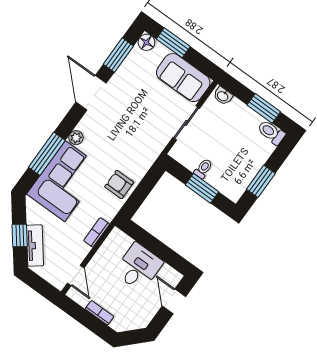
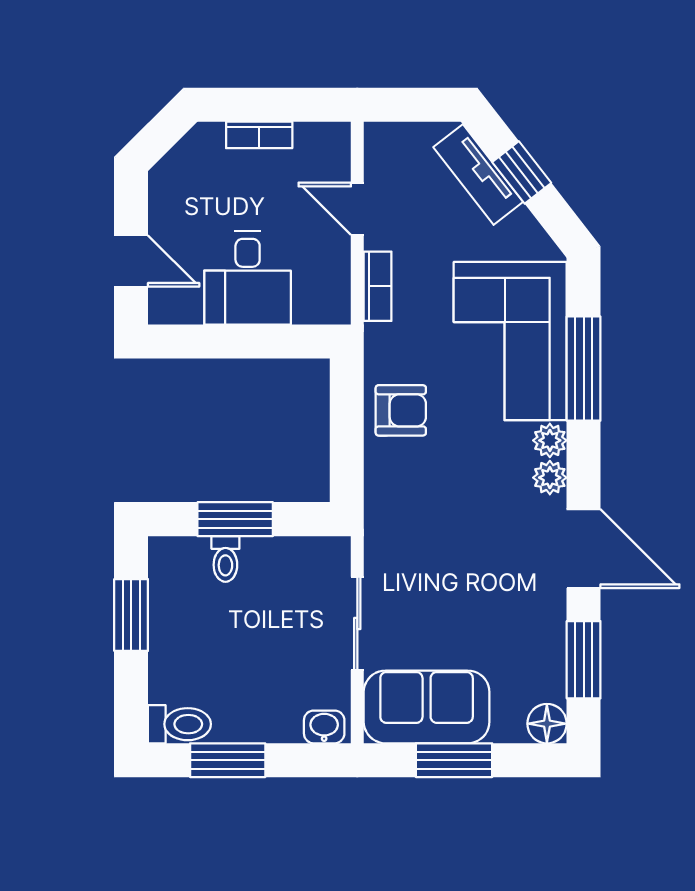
window: (173, 43) -> (454, 760), moved
plant: (85, 125) -> (550, 478), added
toilet: (203, 169) -> (225, 559), moved
door: (76, 276) -> (357, 209), moved

